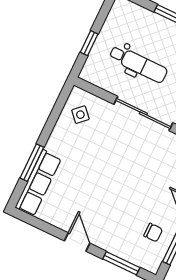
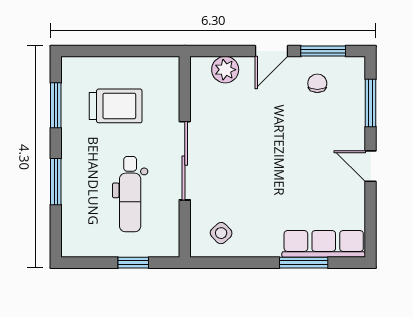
dental chair: (138, 64) -> (130, 194), turned 180
door: (77, 242) -> (371, 166), hinge flipped

